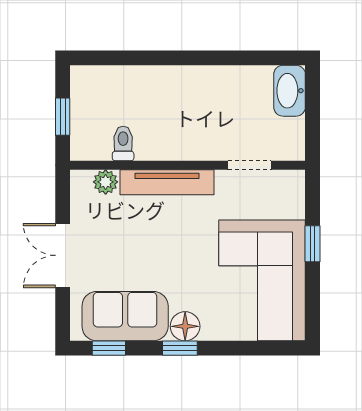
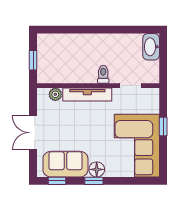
toilet: (123, 143) -> (103, 74), moved

